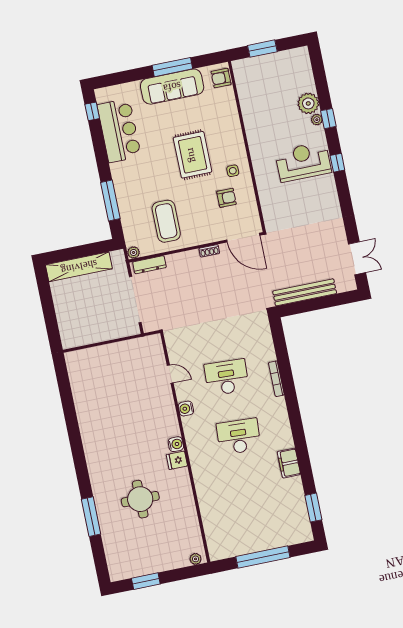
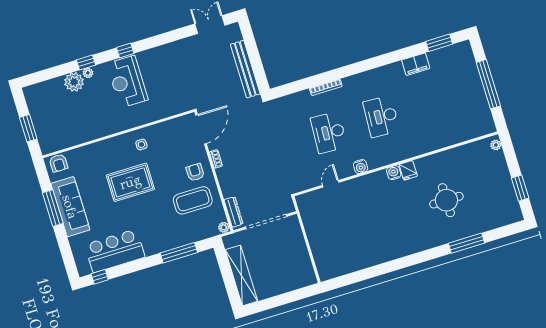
armchair: (226, 198) -> (195, 172), moved
filing cabinet: (289, 463) -> (416, 64), moved

